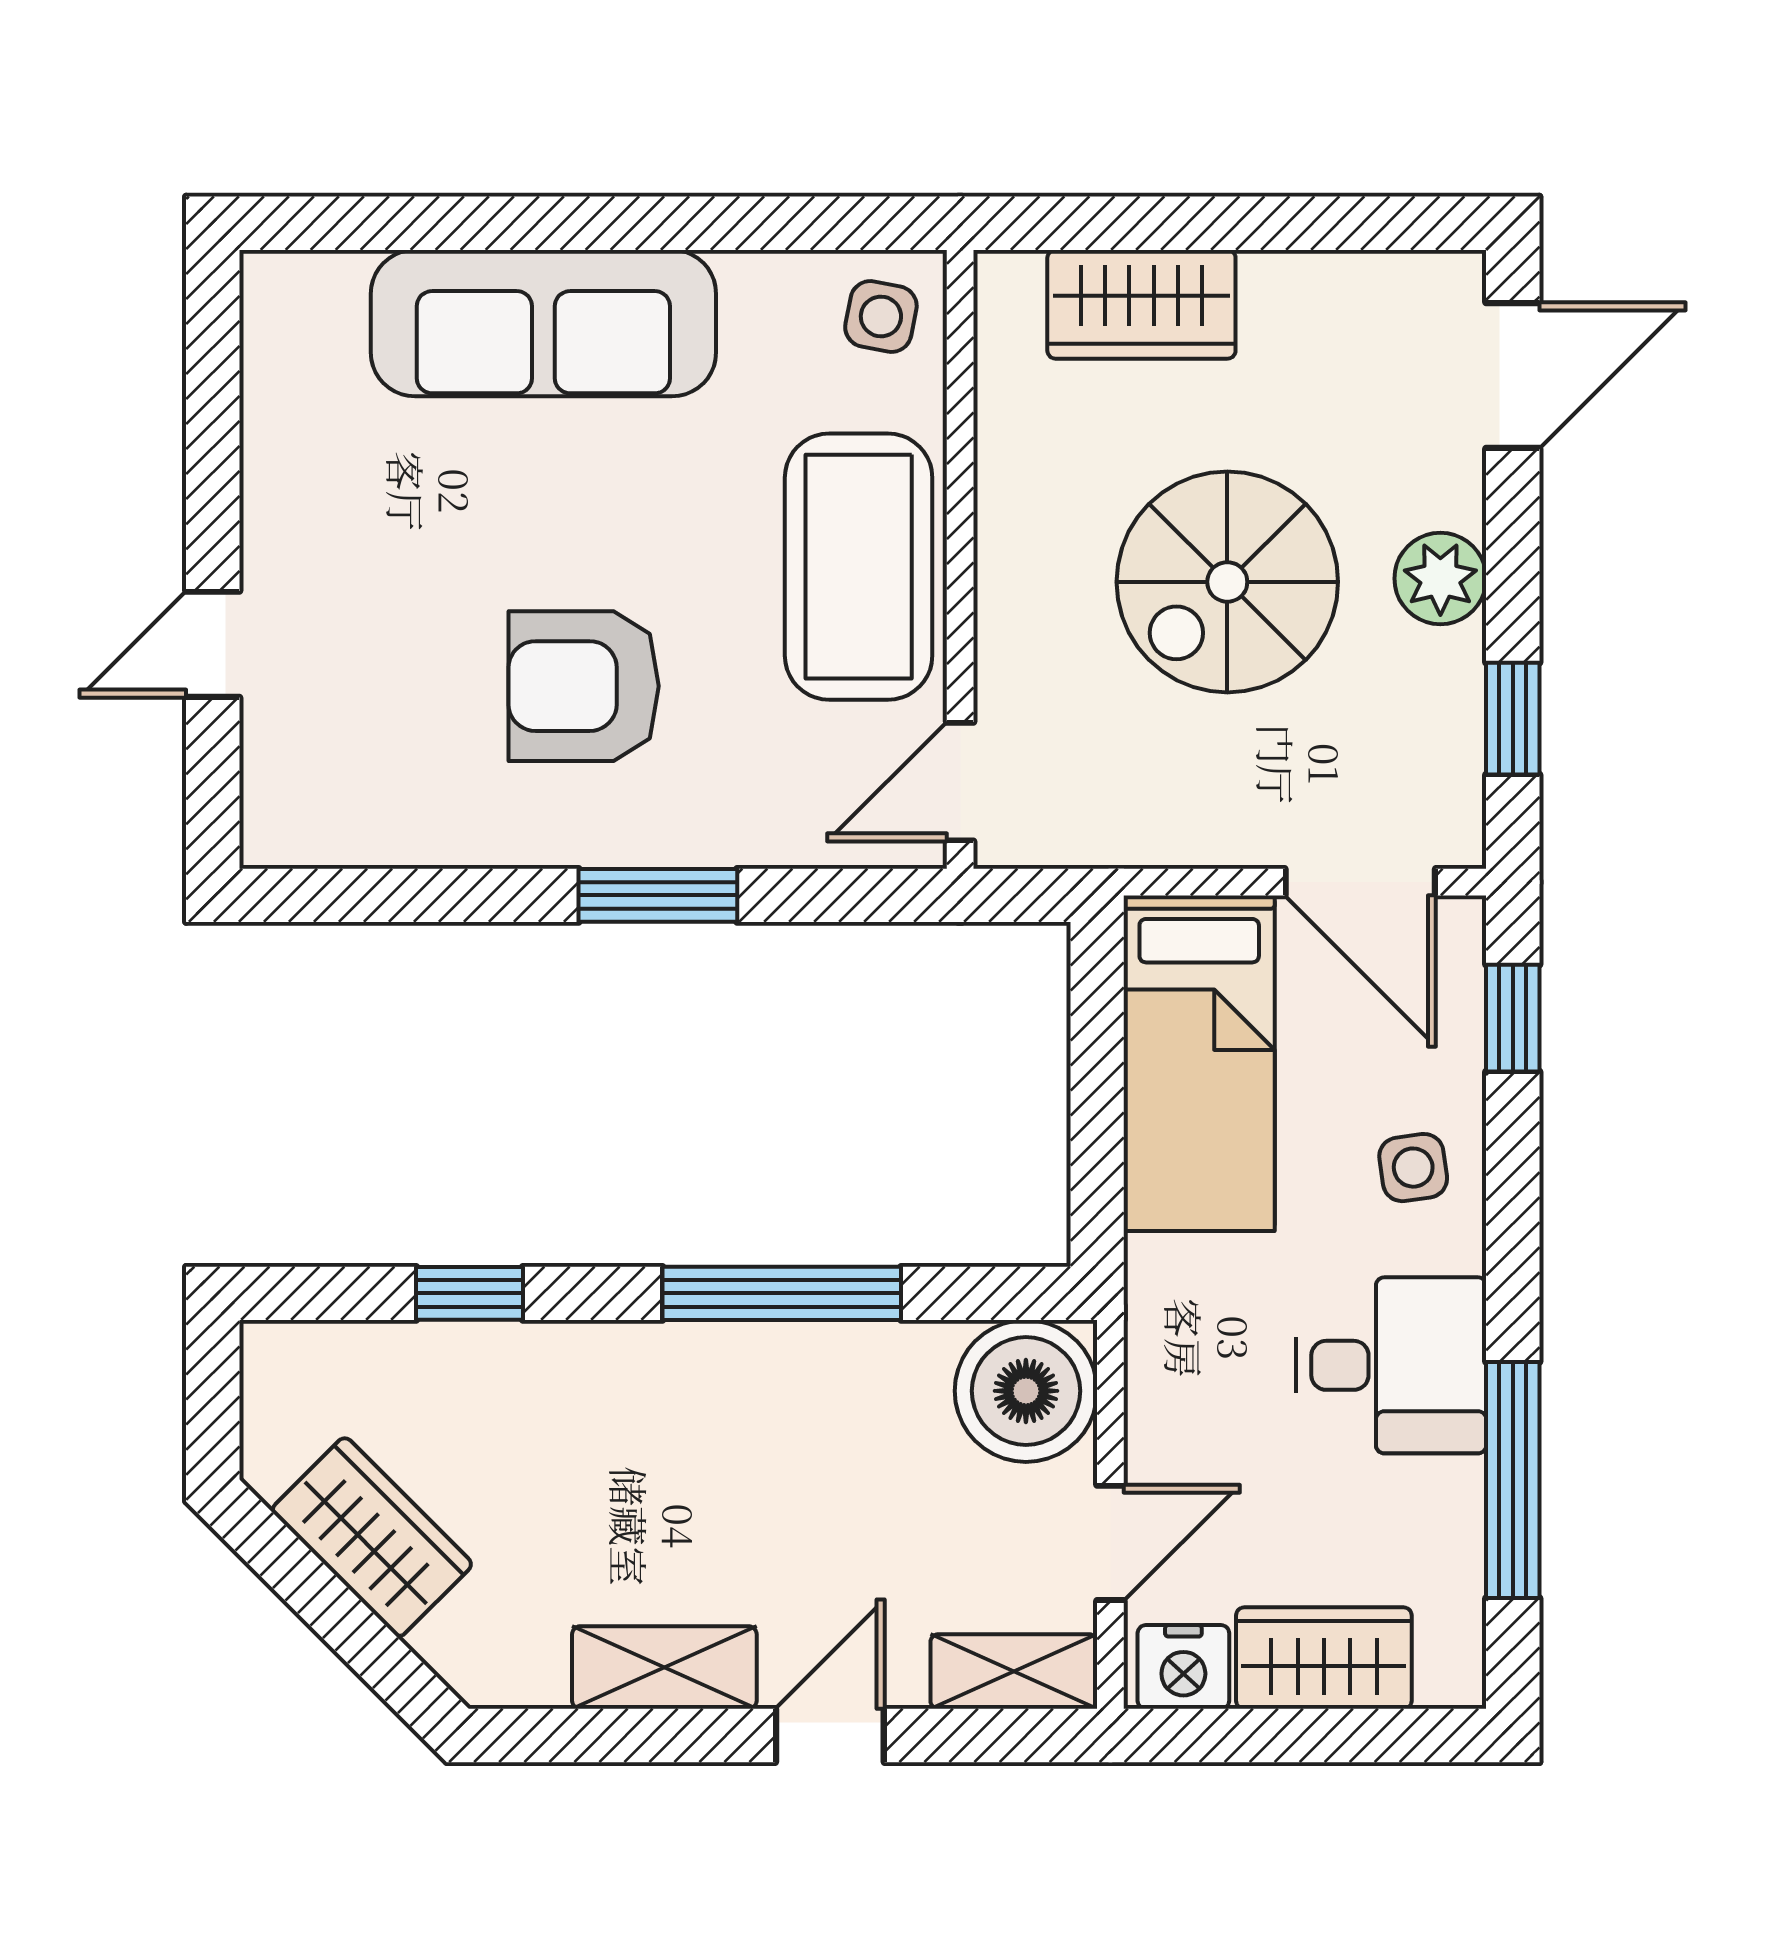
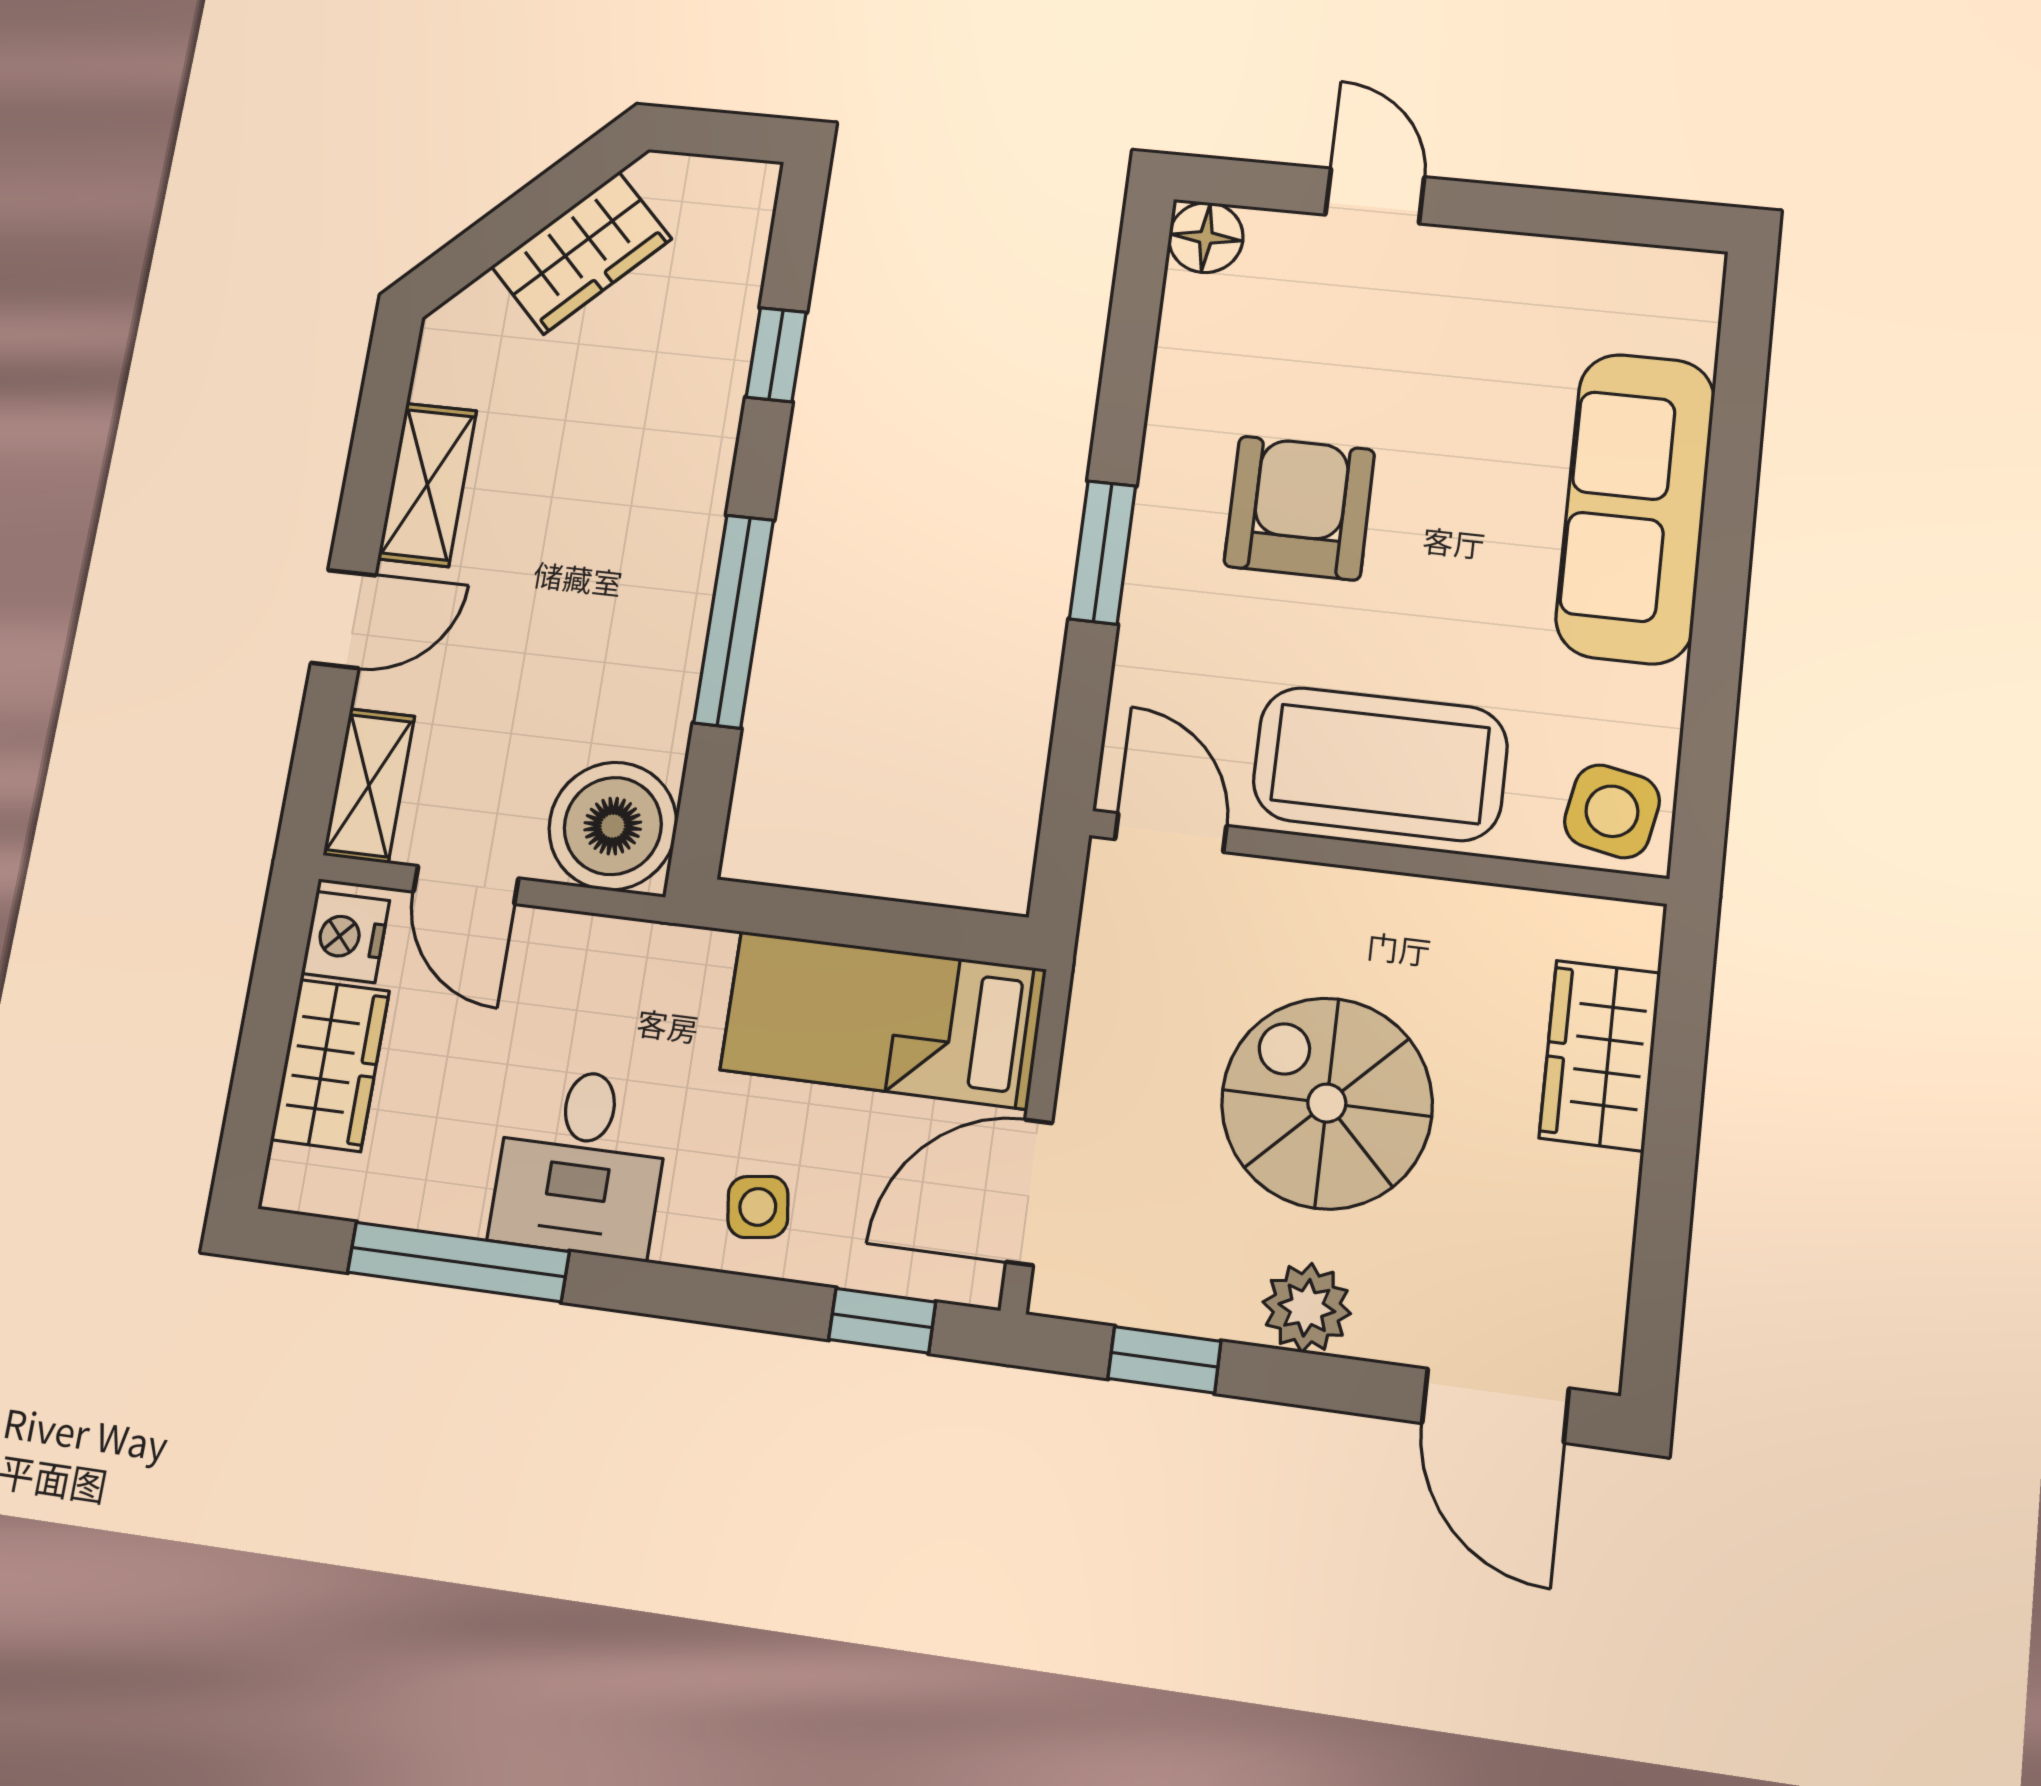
side table: (881, 317) -> (1612, 811), width x1.37, depth x1.37
floor lamp: (281, 827) -> (1206, 237), added
door: (830, 1736) -> (343, 619), hinge flipped

